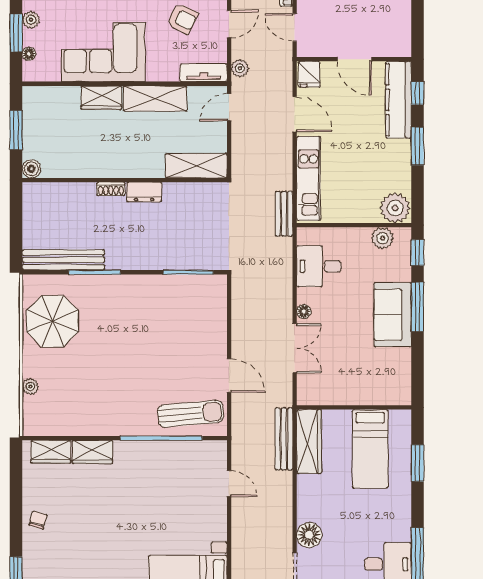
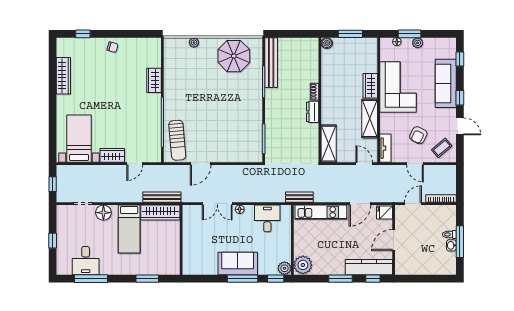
plant: (240, 68) -> (388, 170), removed
plant: (383, 238) -> (284, 268), moved
bed: (370, 449) -> (129, 229), moved, turned -90
wardrobe: (51, 452) -> (112, 155), moved, turned 90

